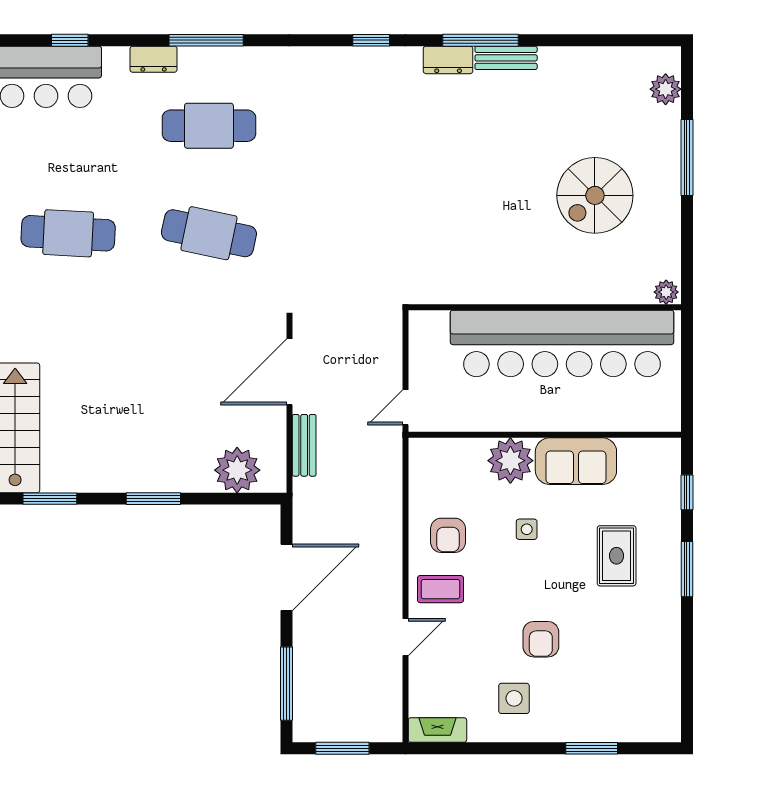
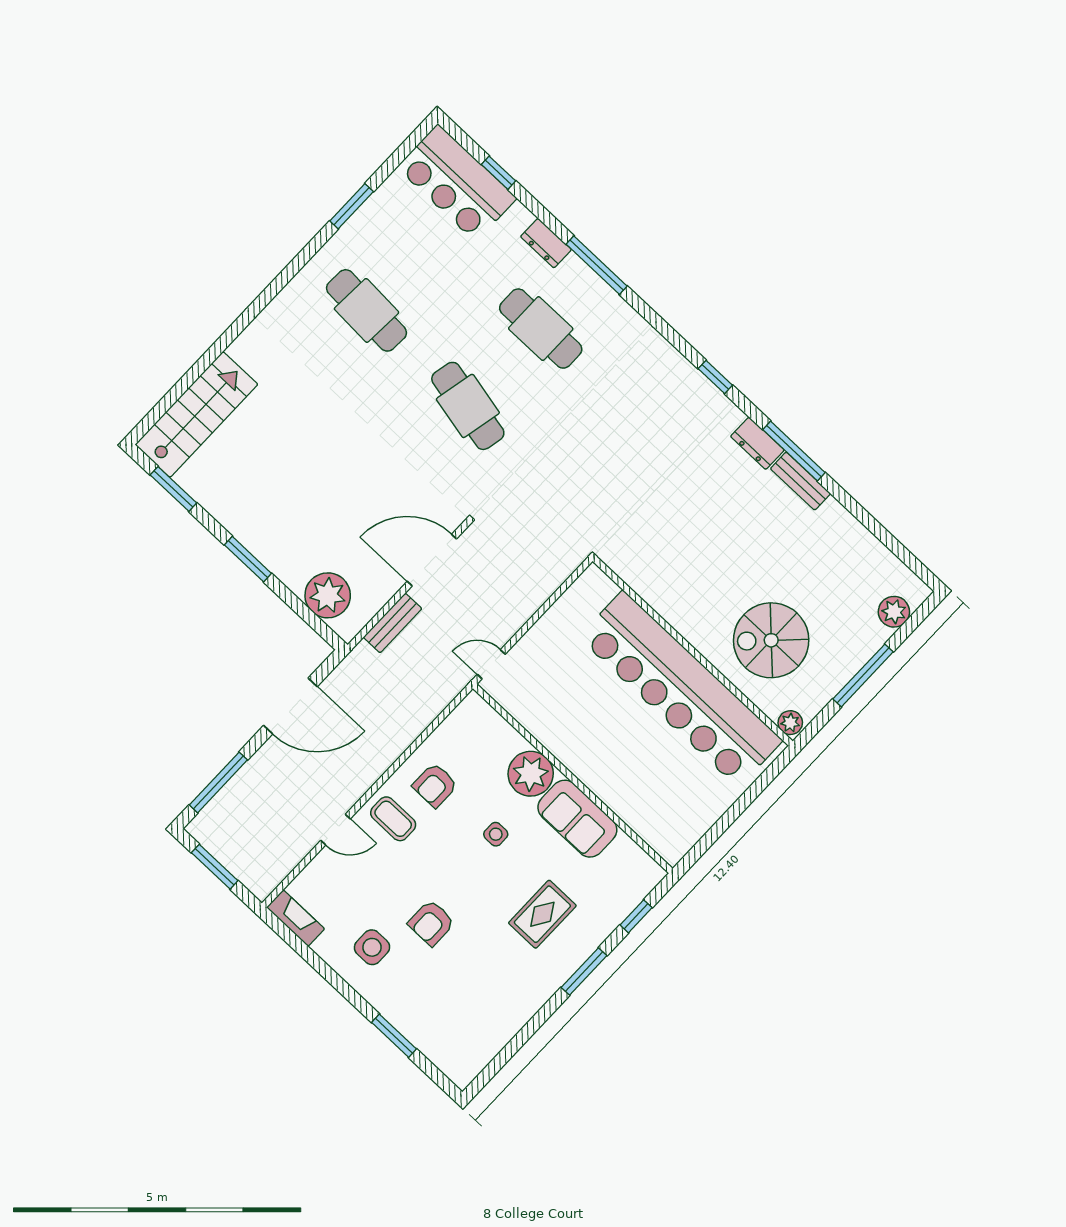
plant: (666, 292) -> (790, 723), moved
wall: (545, 307) -> (693, 651), moved
bar counter: (562, 343) -> (681, 689), moved

